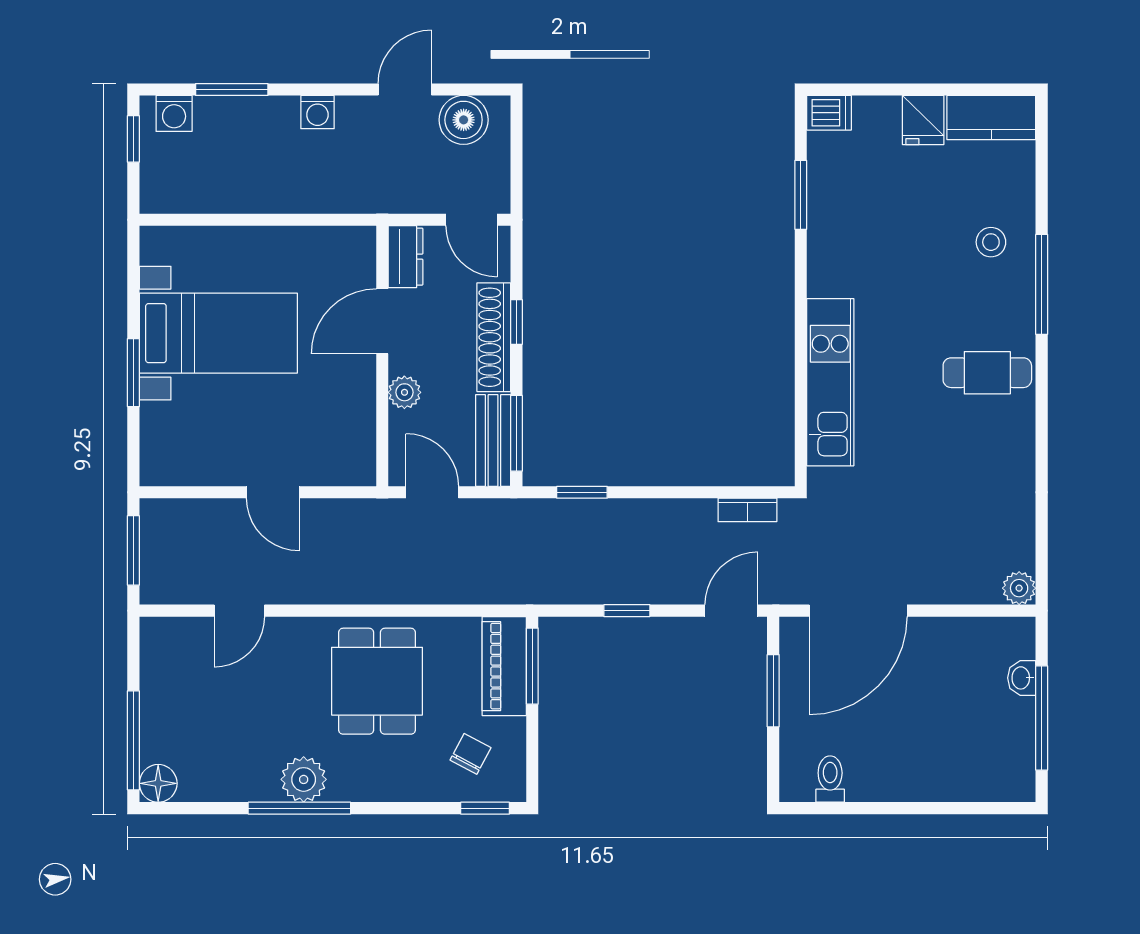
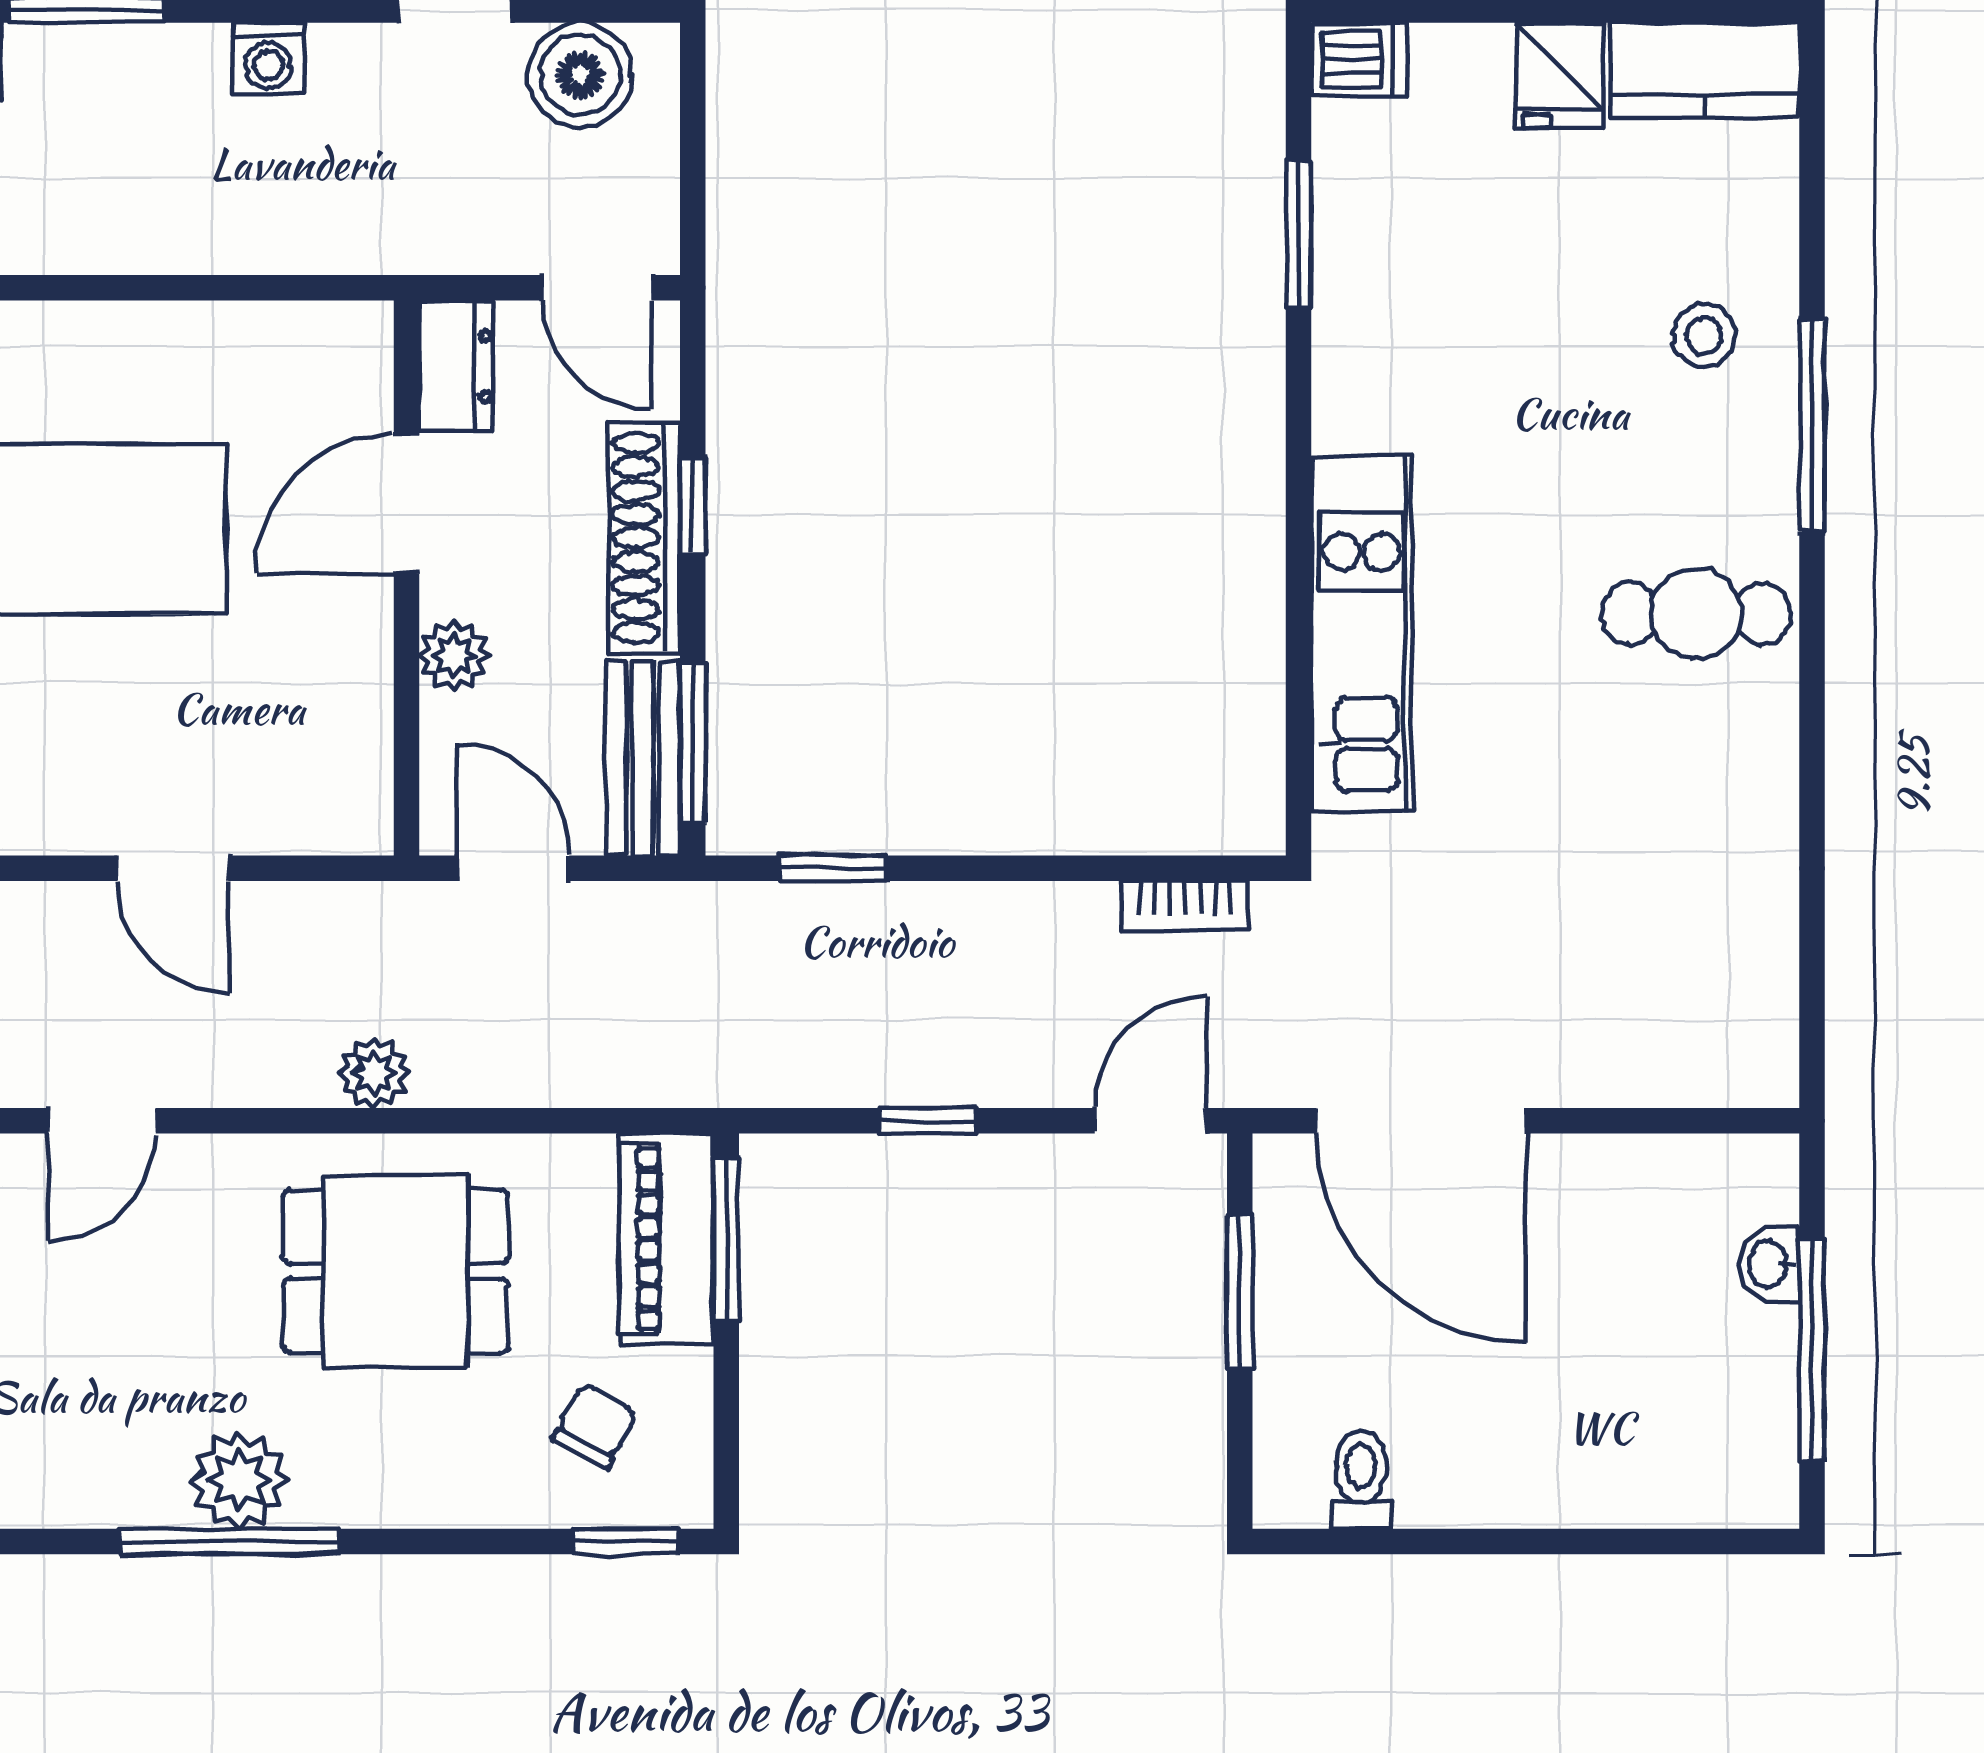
plant: (1019, 588) -> (374, 1073), moved
door: (858, 611) -> (1421, 1121), hinge flipped
dining table: (377, 681) -> (395, 1271), turned 90

